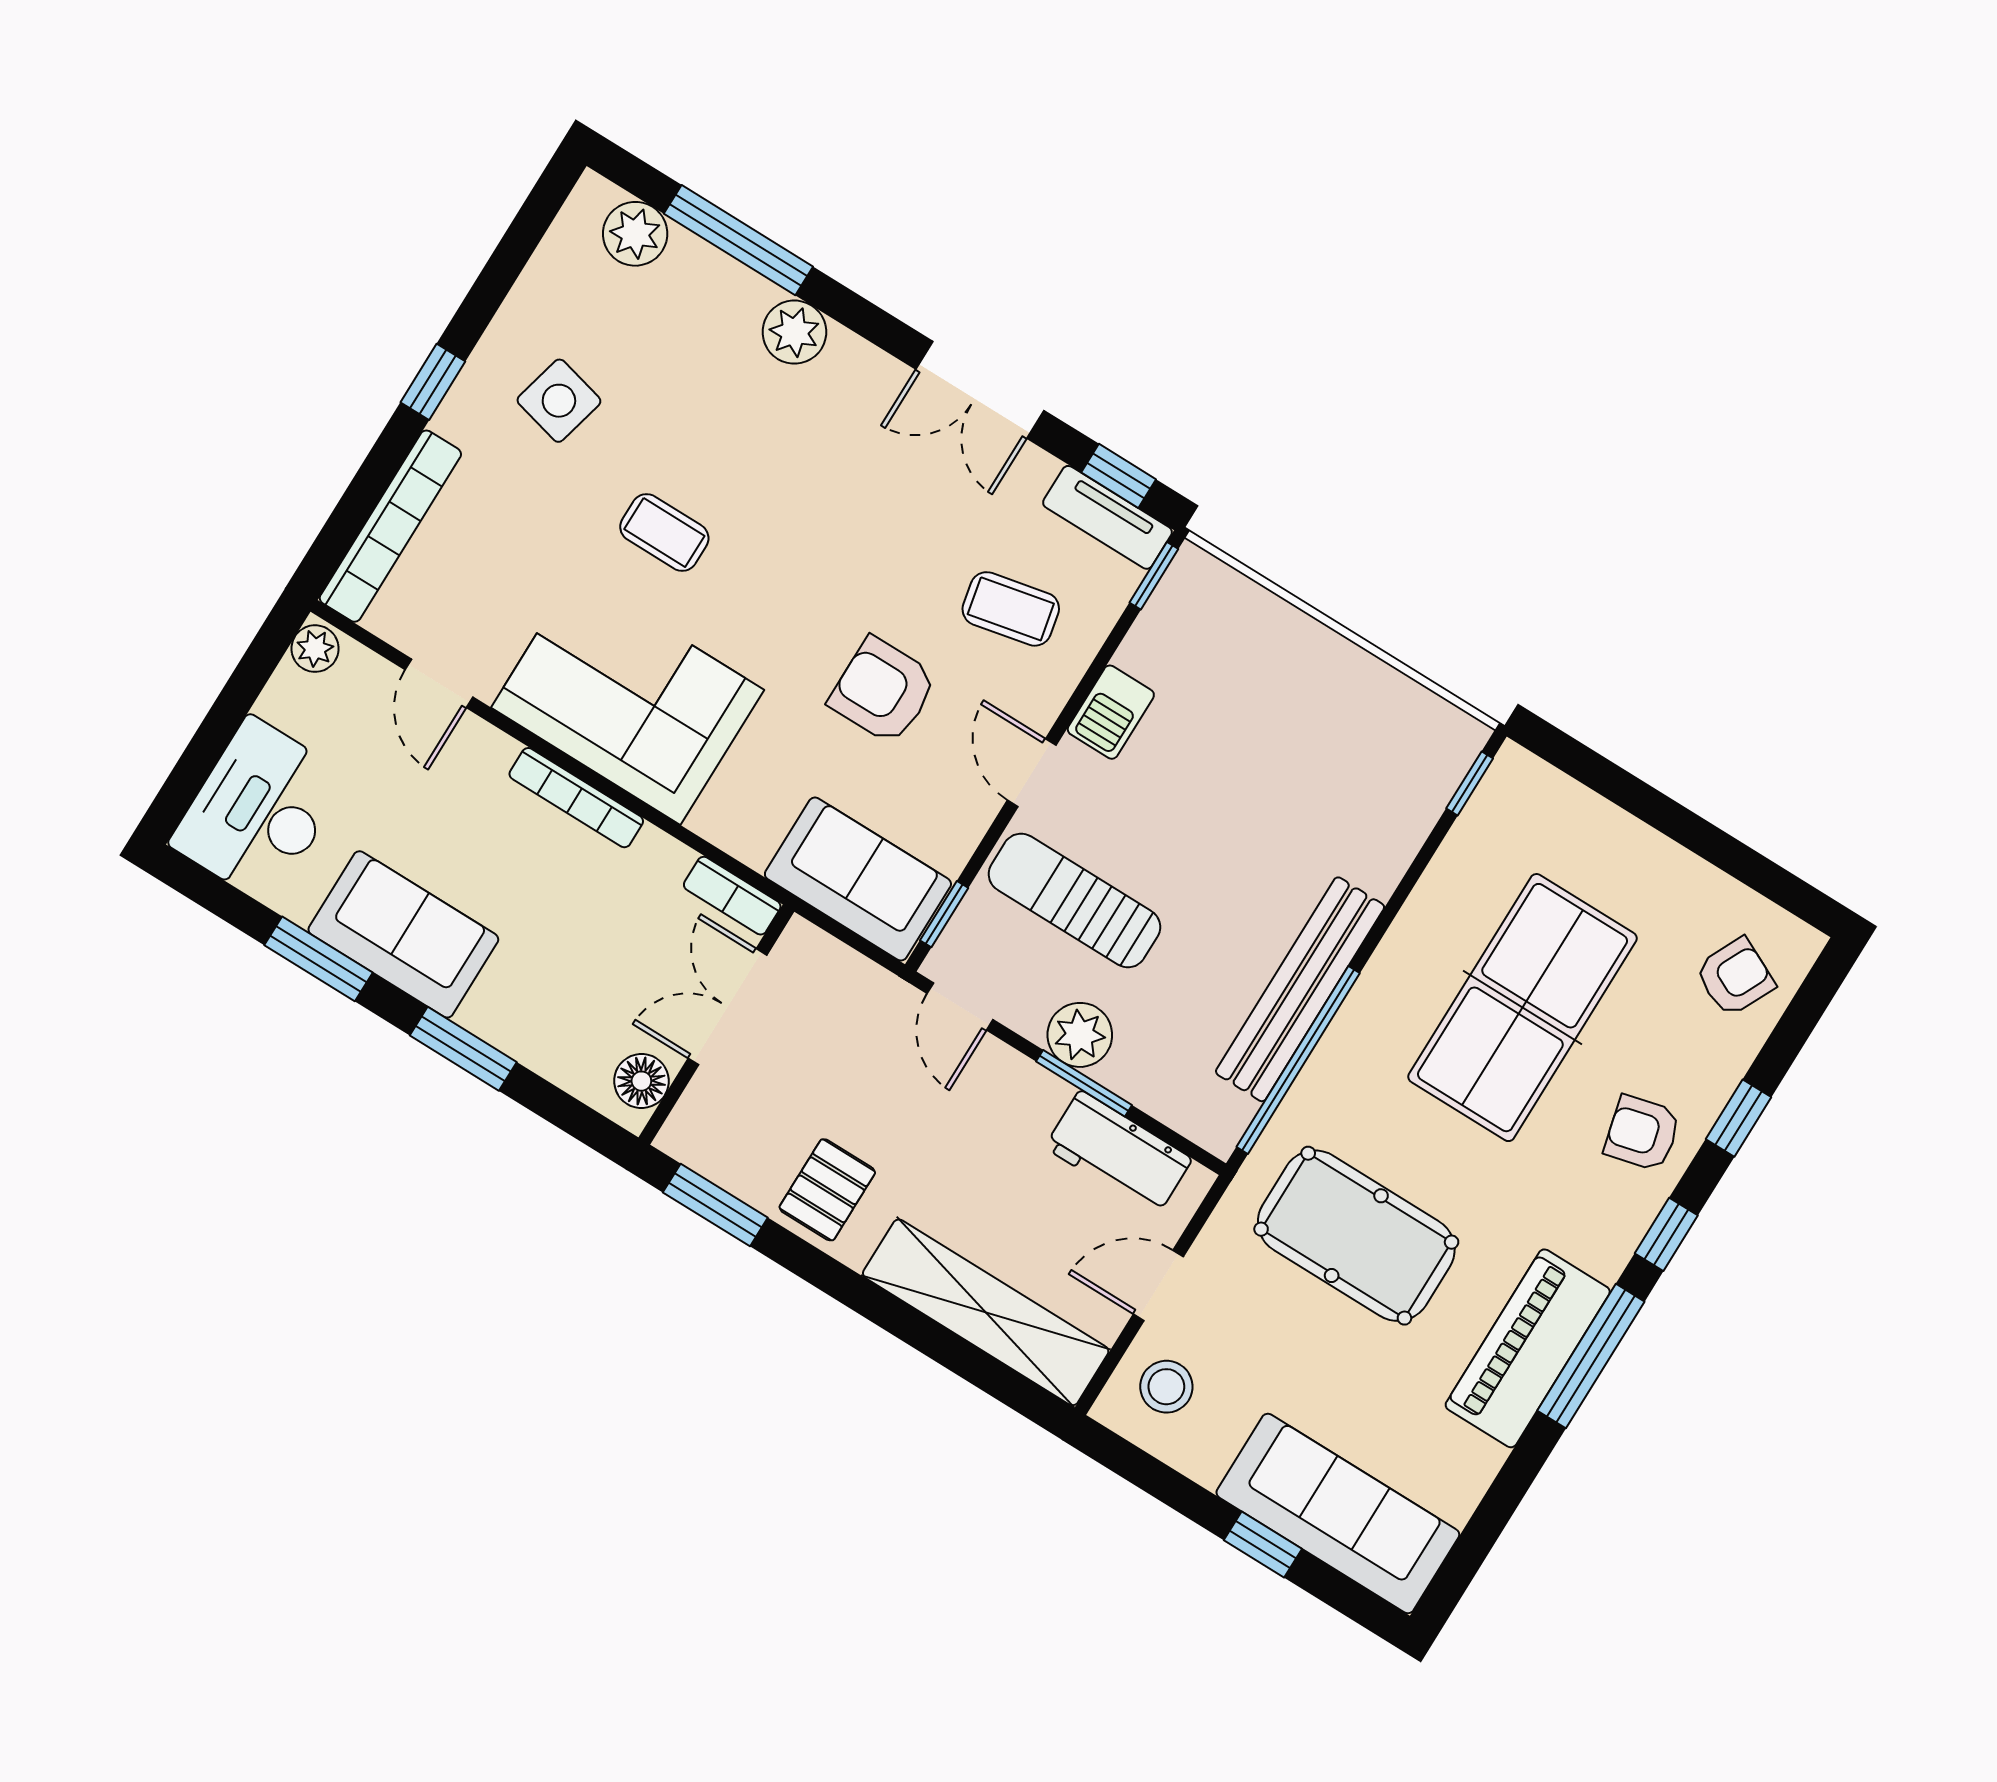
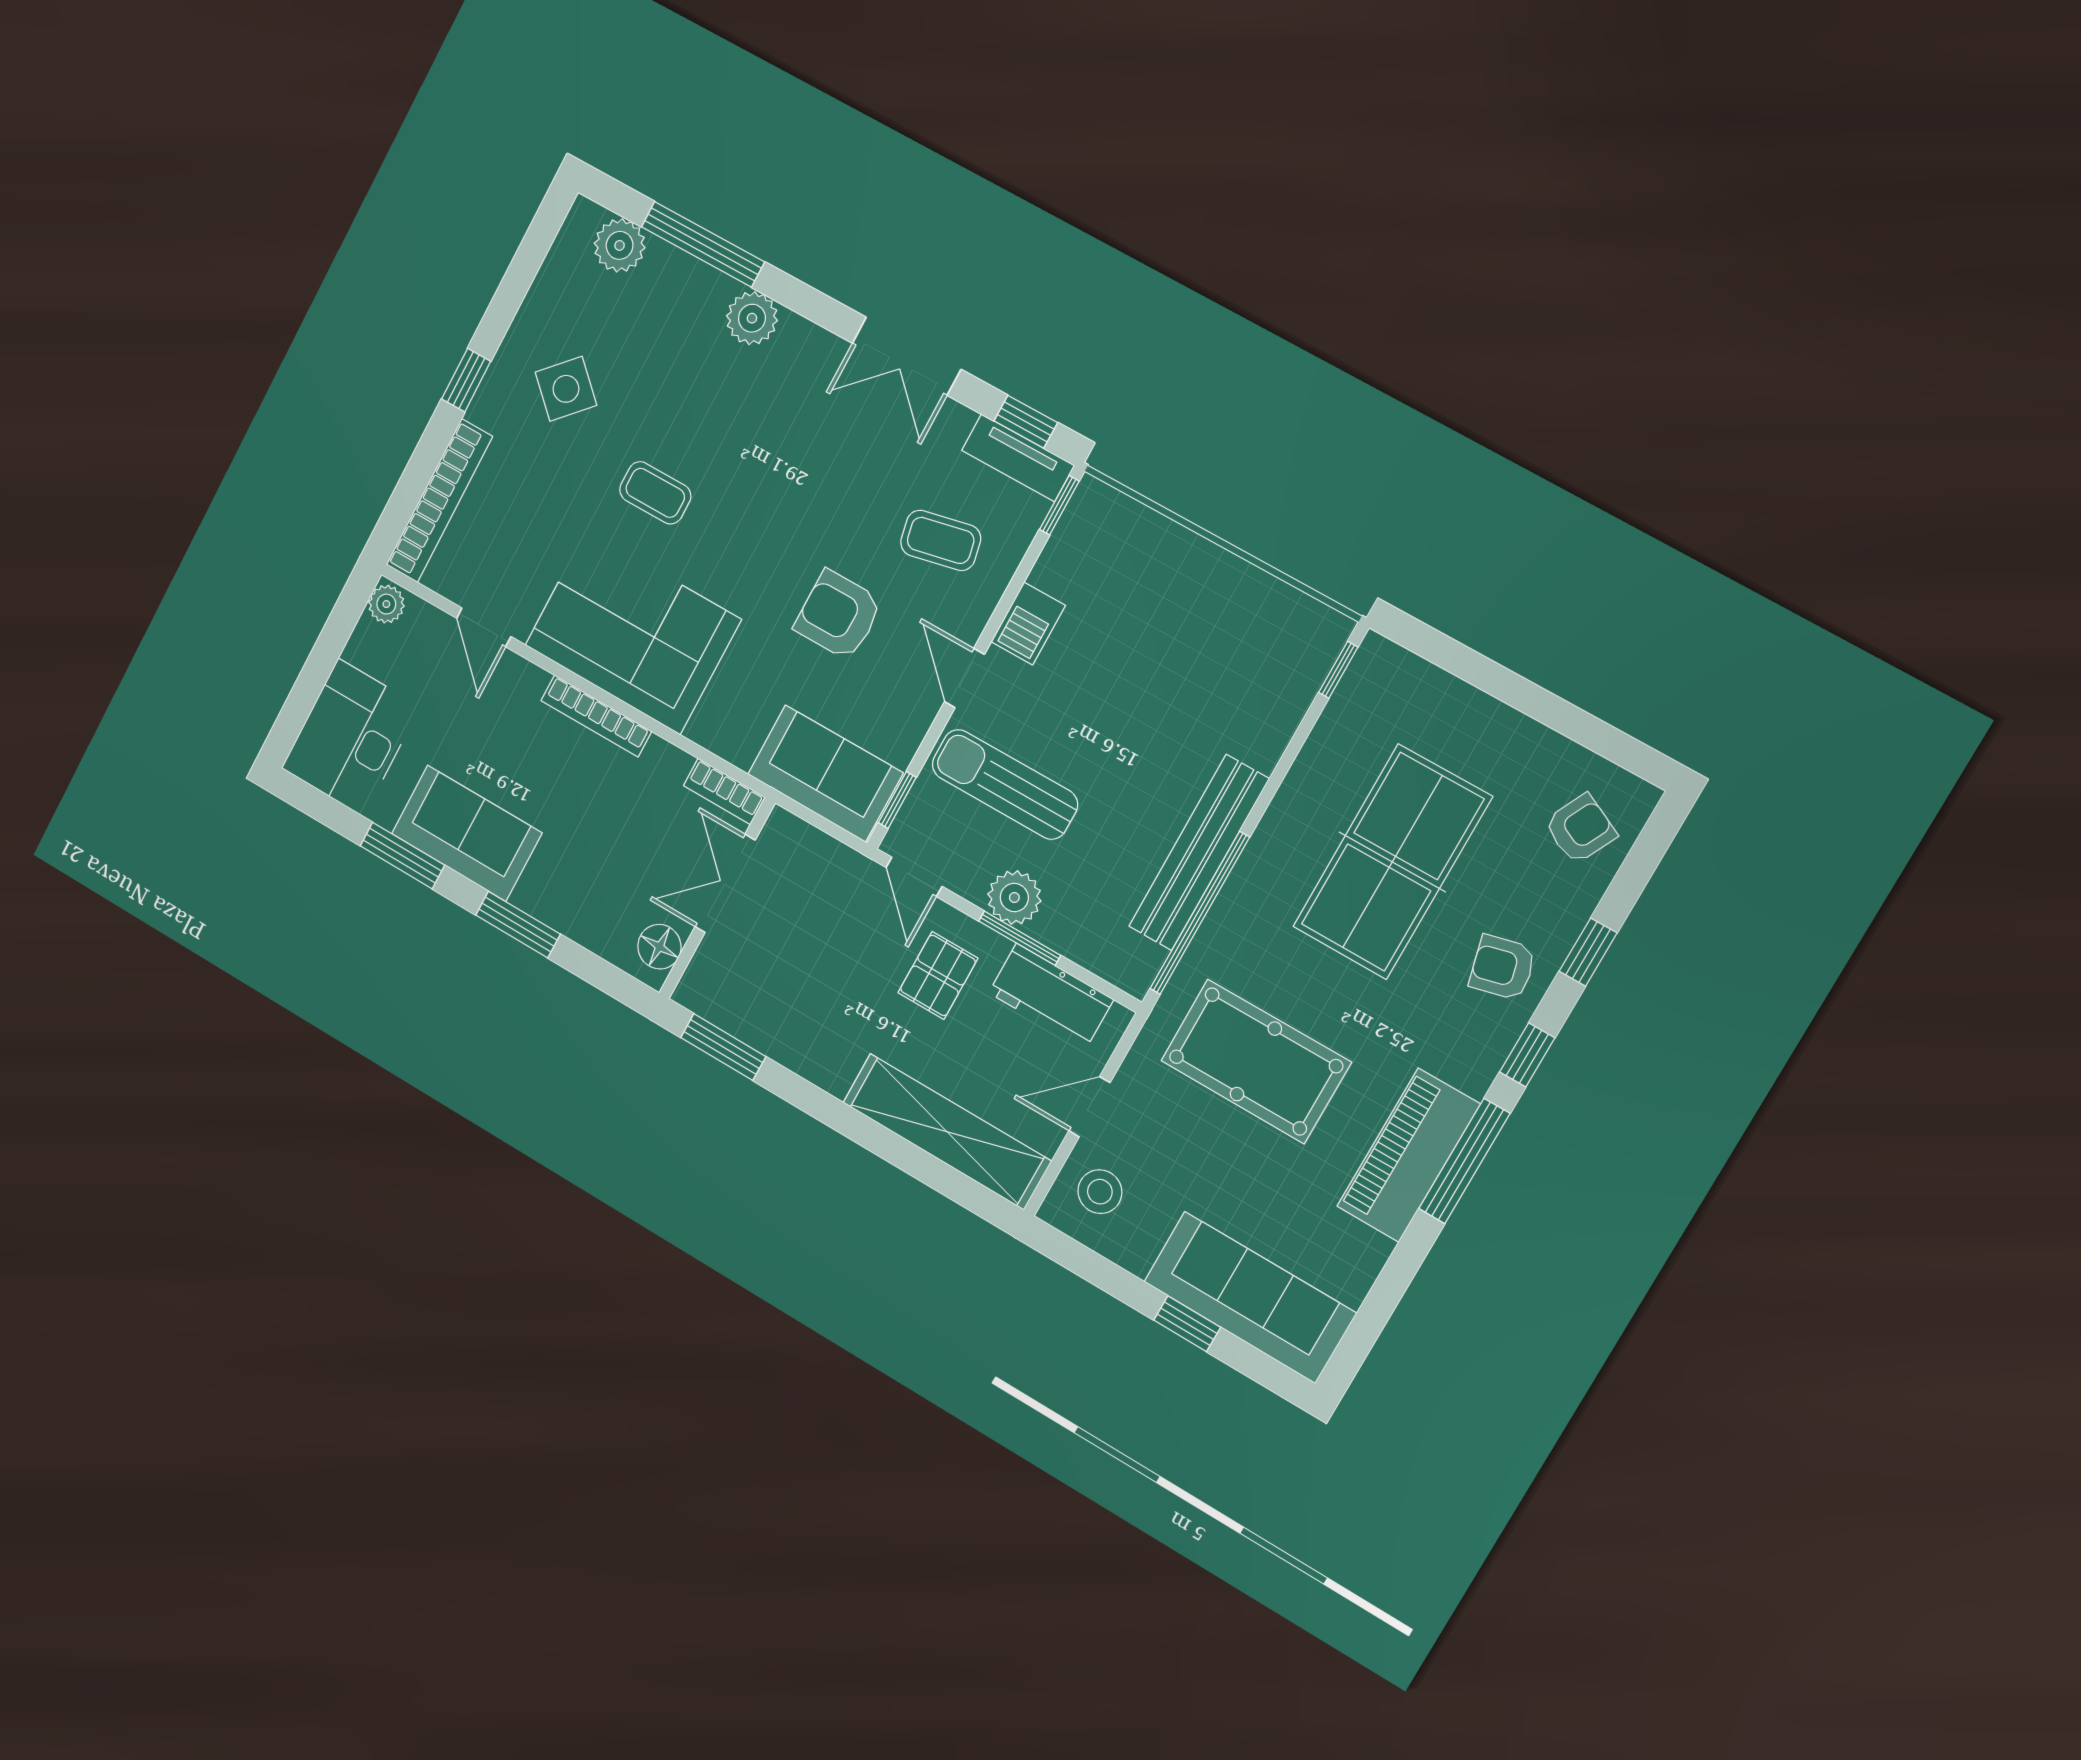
side table: (559, 401) -> (566, 389), turned 30
pallet: (827, 1190) -> (938, 975), moved

